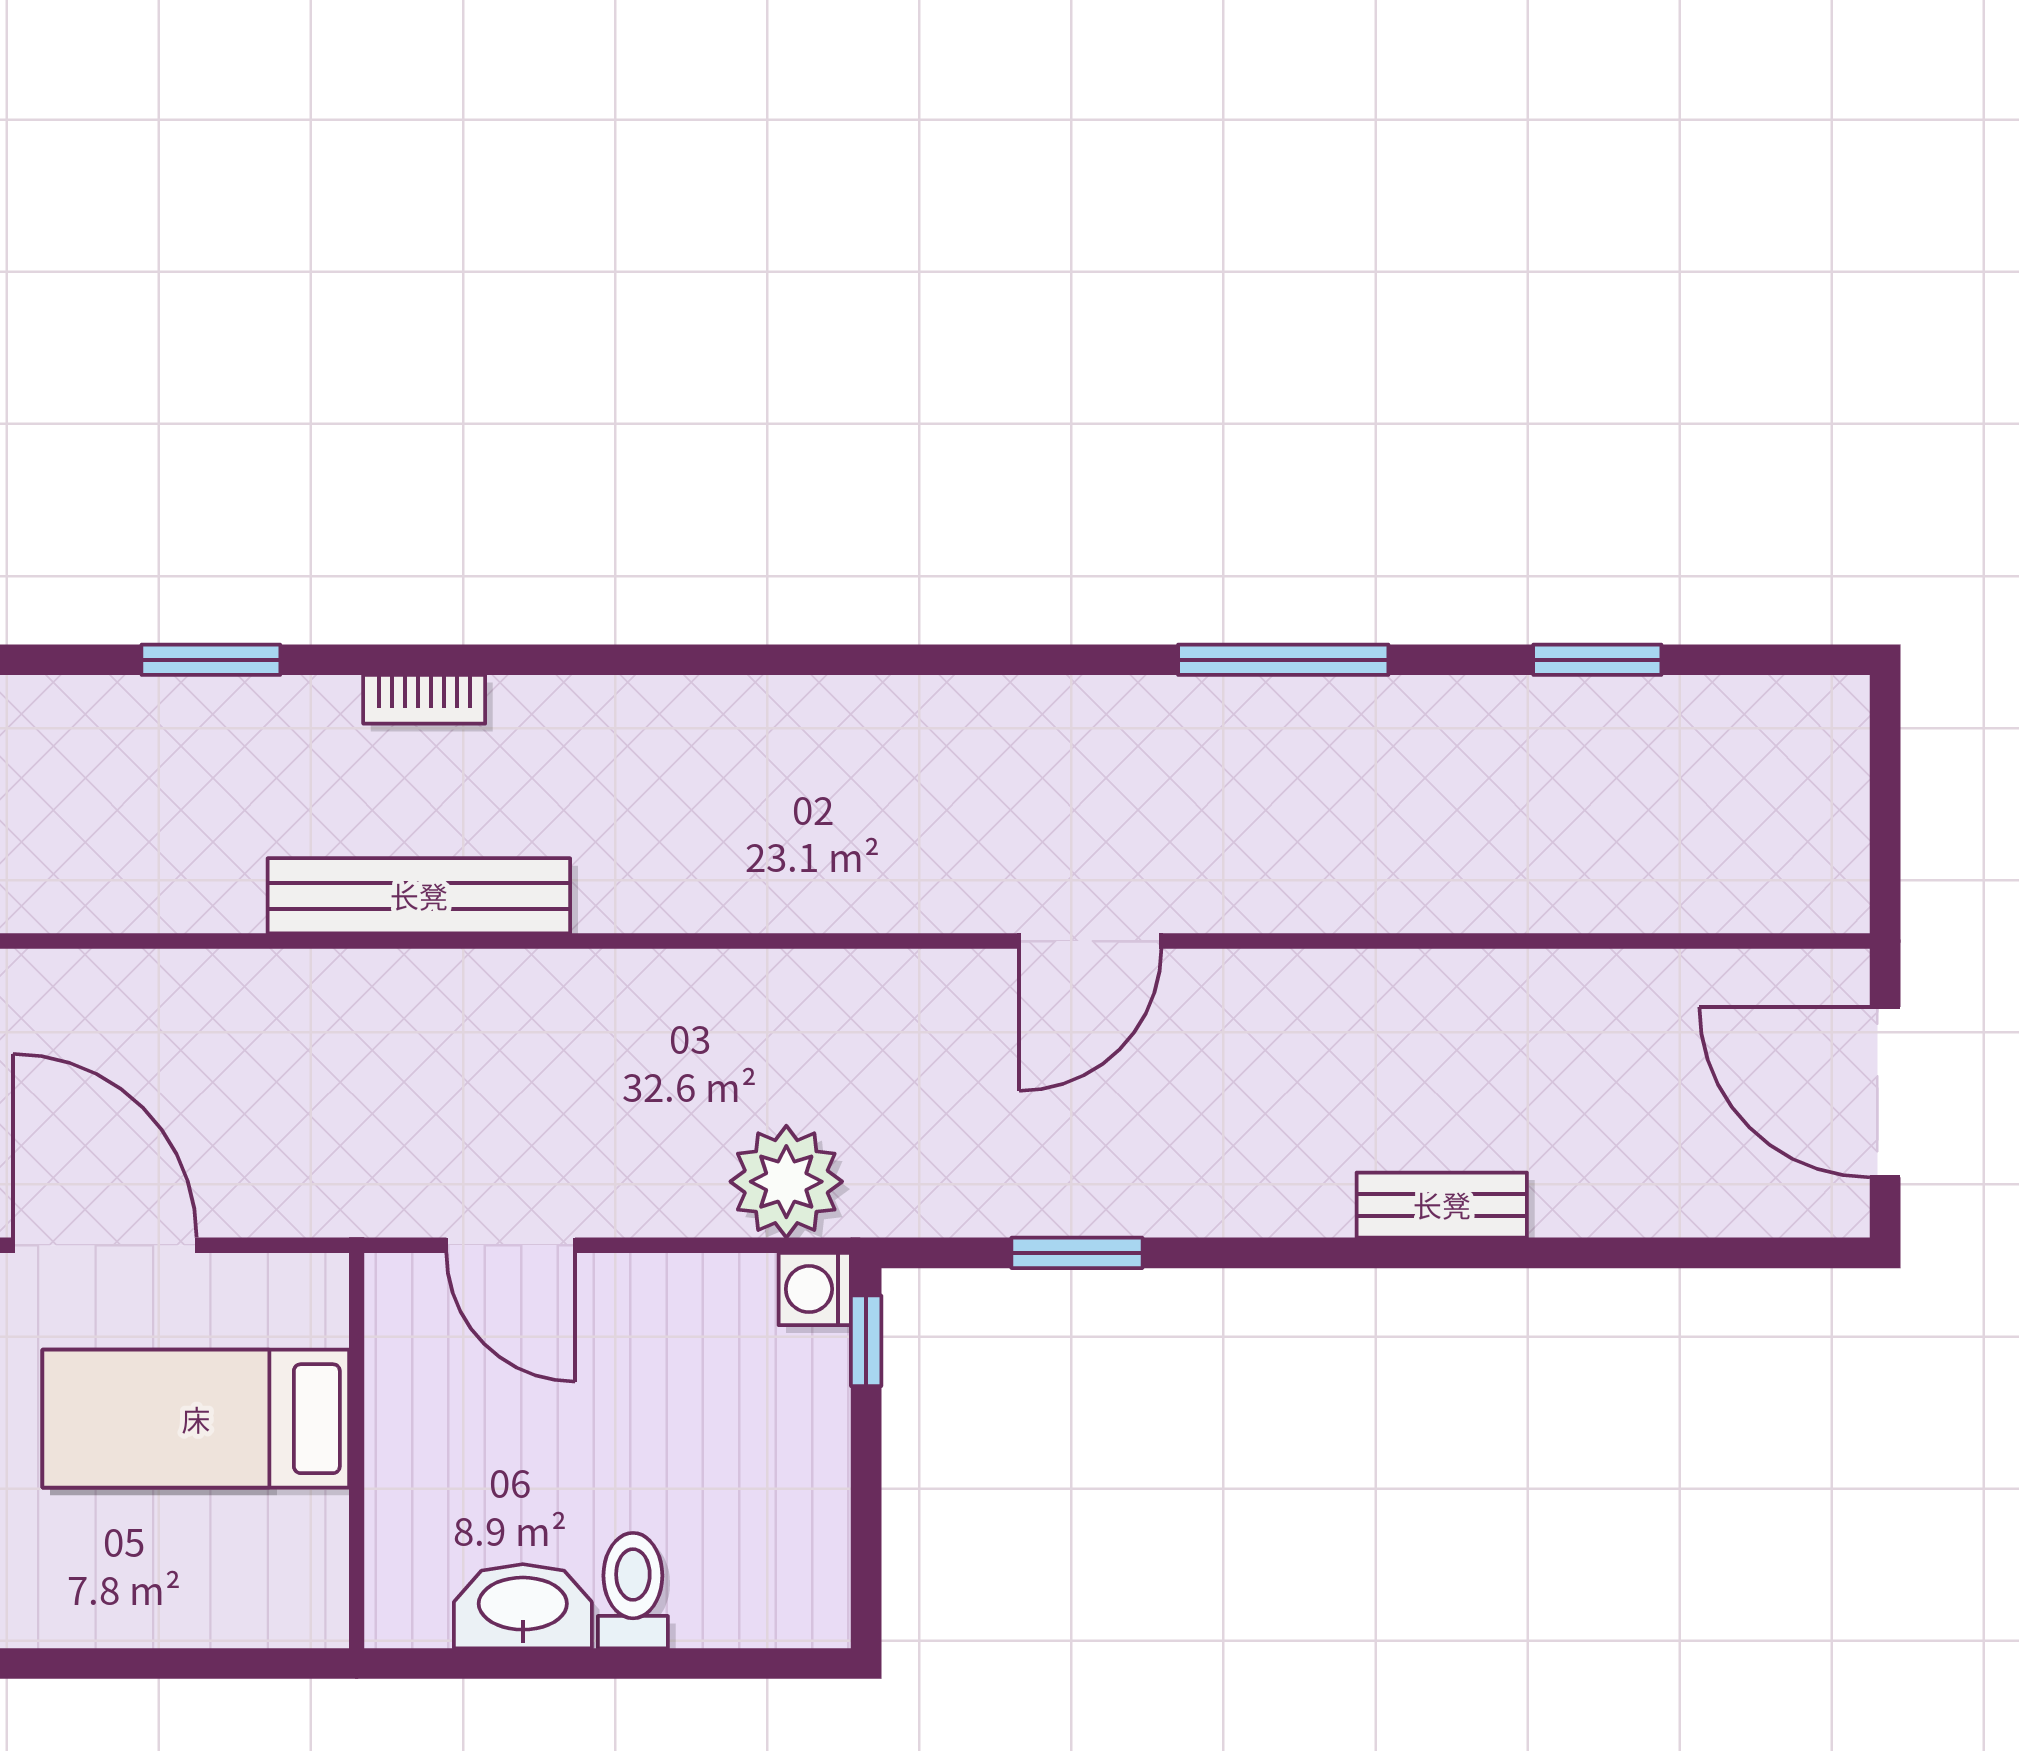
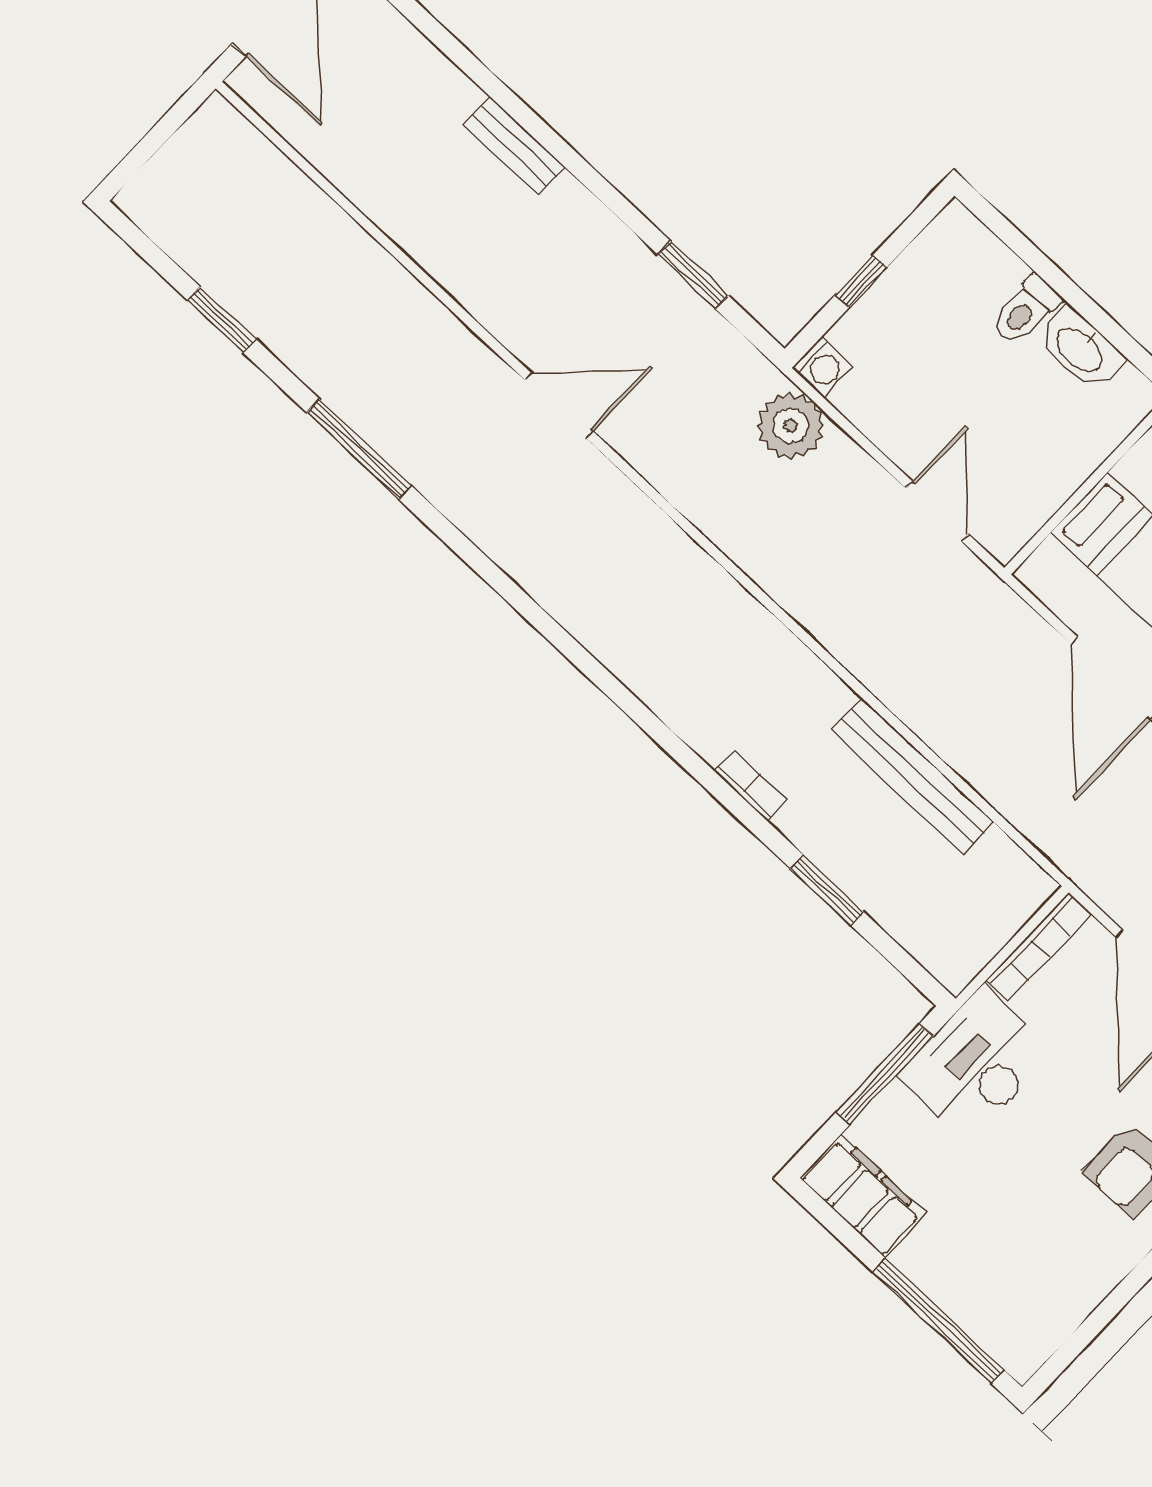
bench: (419, 896) -> (912, 776), moved
window: (866, 1341) -> (861, 281), moved

